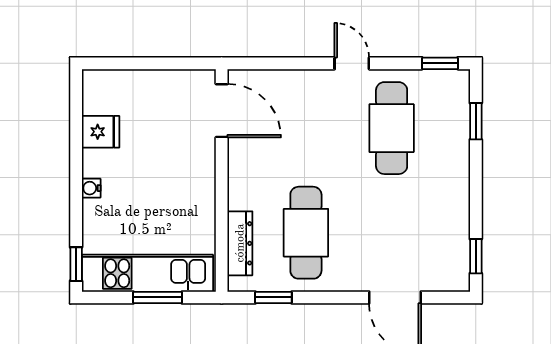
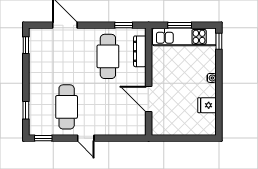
door: (222, 111) -> (149, 99), moved

